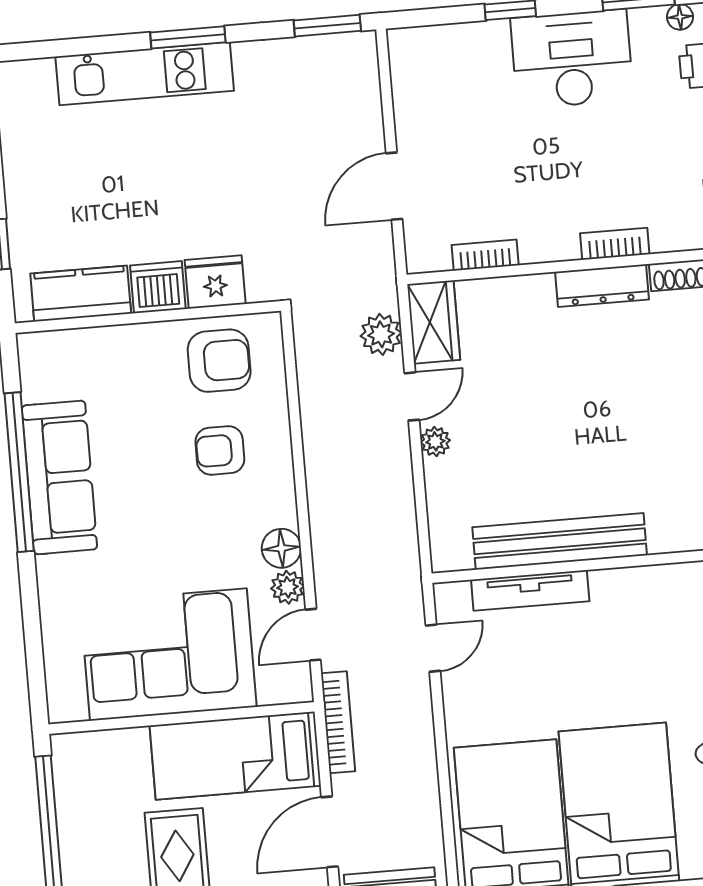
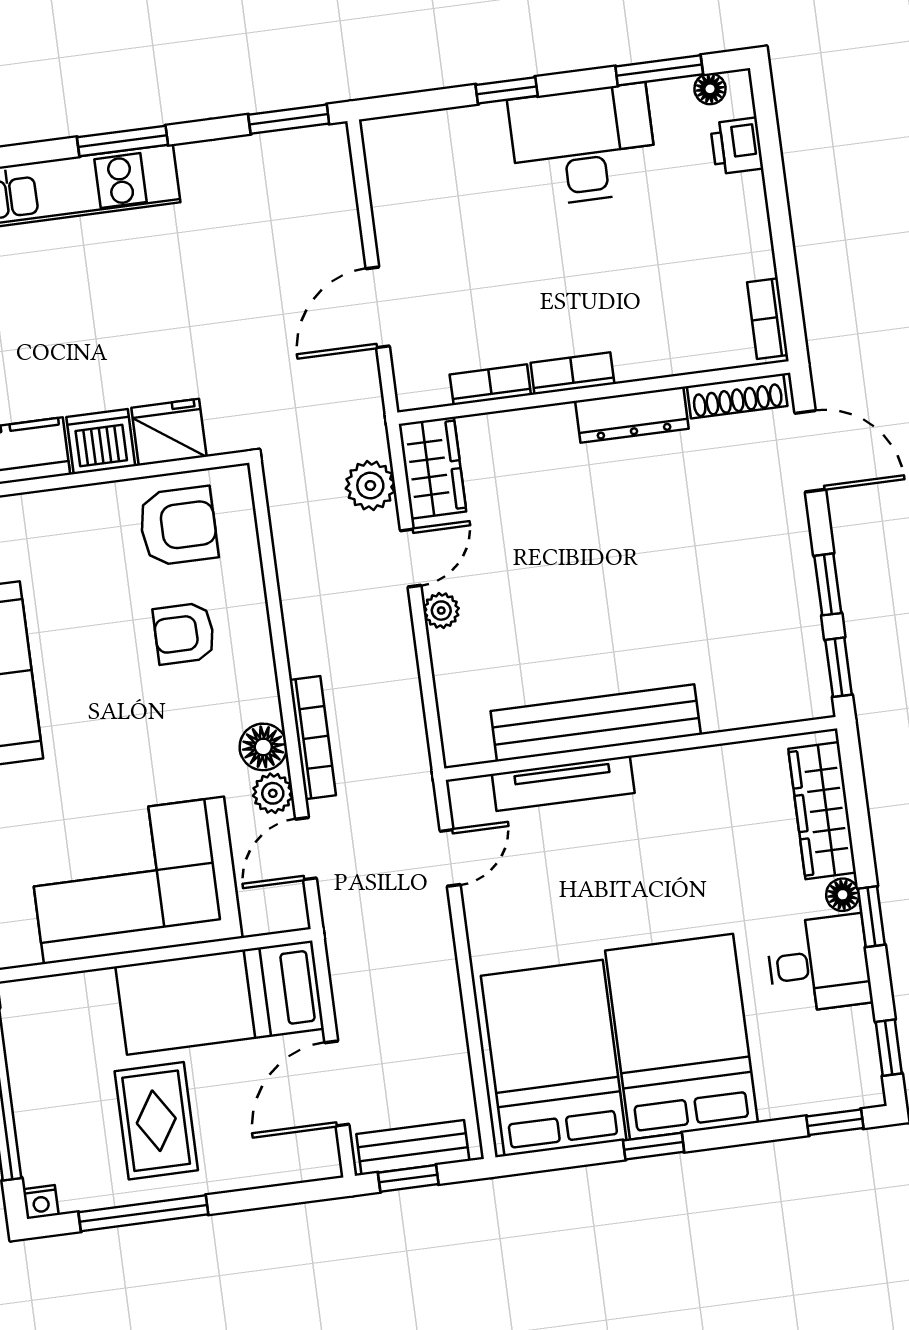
bookcase: (615, 244) -> (572, 373), moved
bookcase: (338, 722) -> (313, 738), moved

